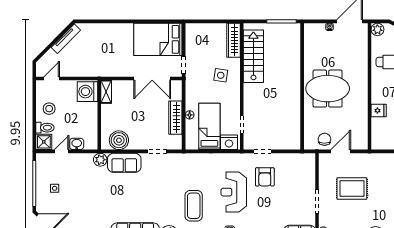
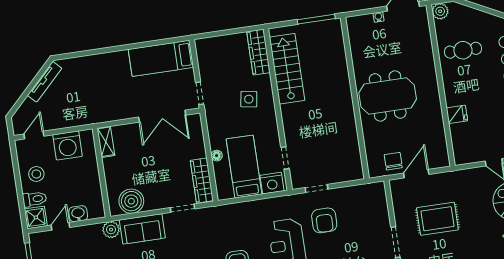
bed: (158, 39) -> (161, 58), width x0.67
washing machine: (87, 92) -> (67, 145), moved, turned -90
wardrobe: (175, 118) -> (202, 181), moved

